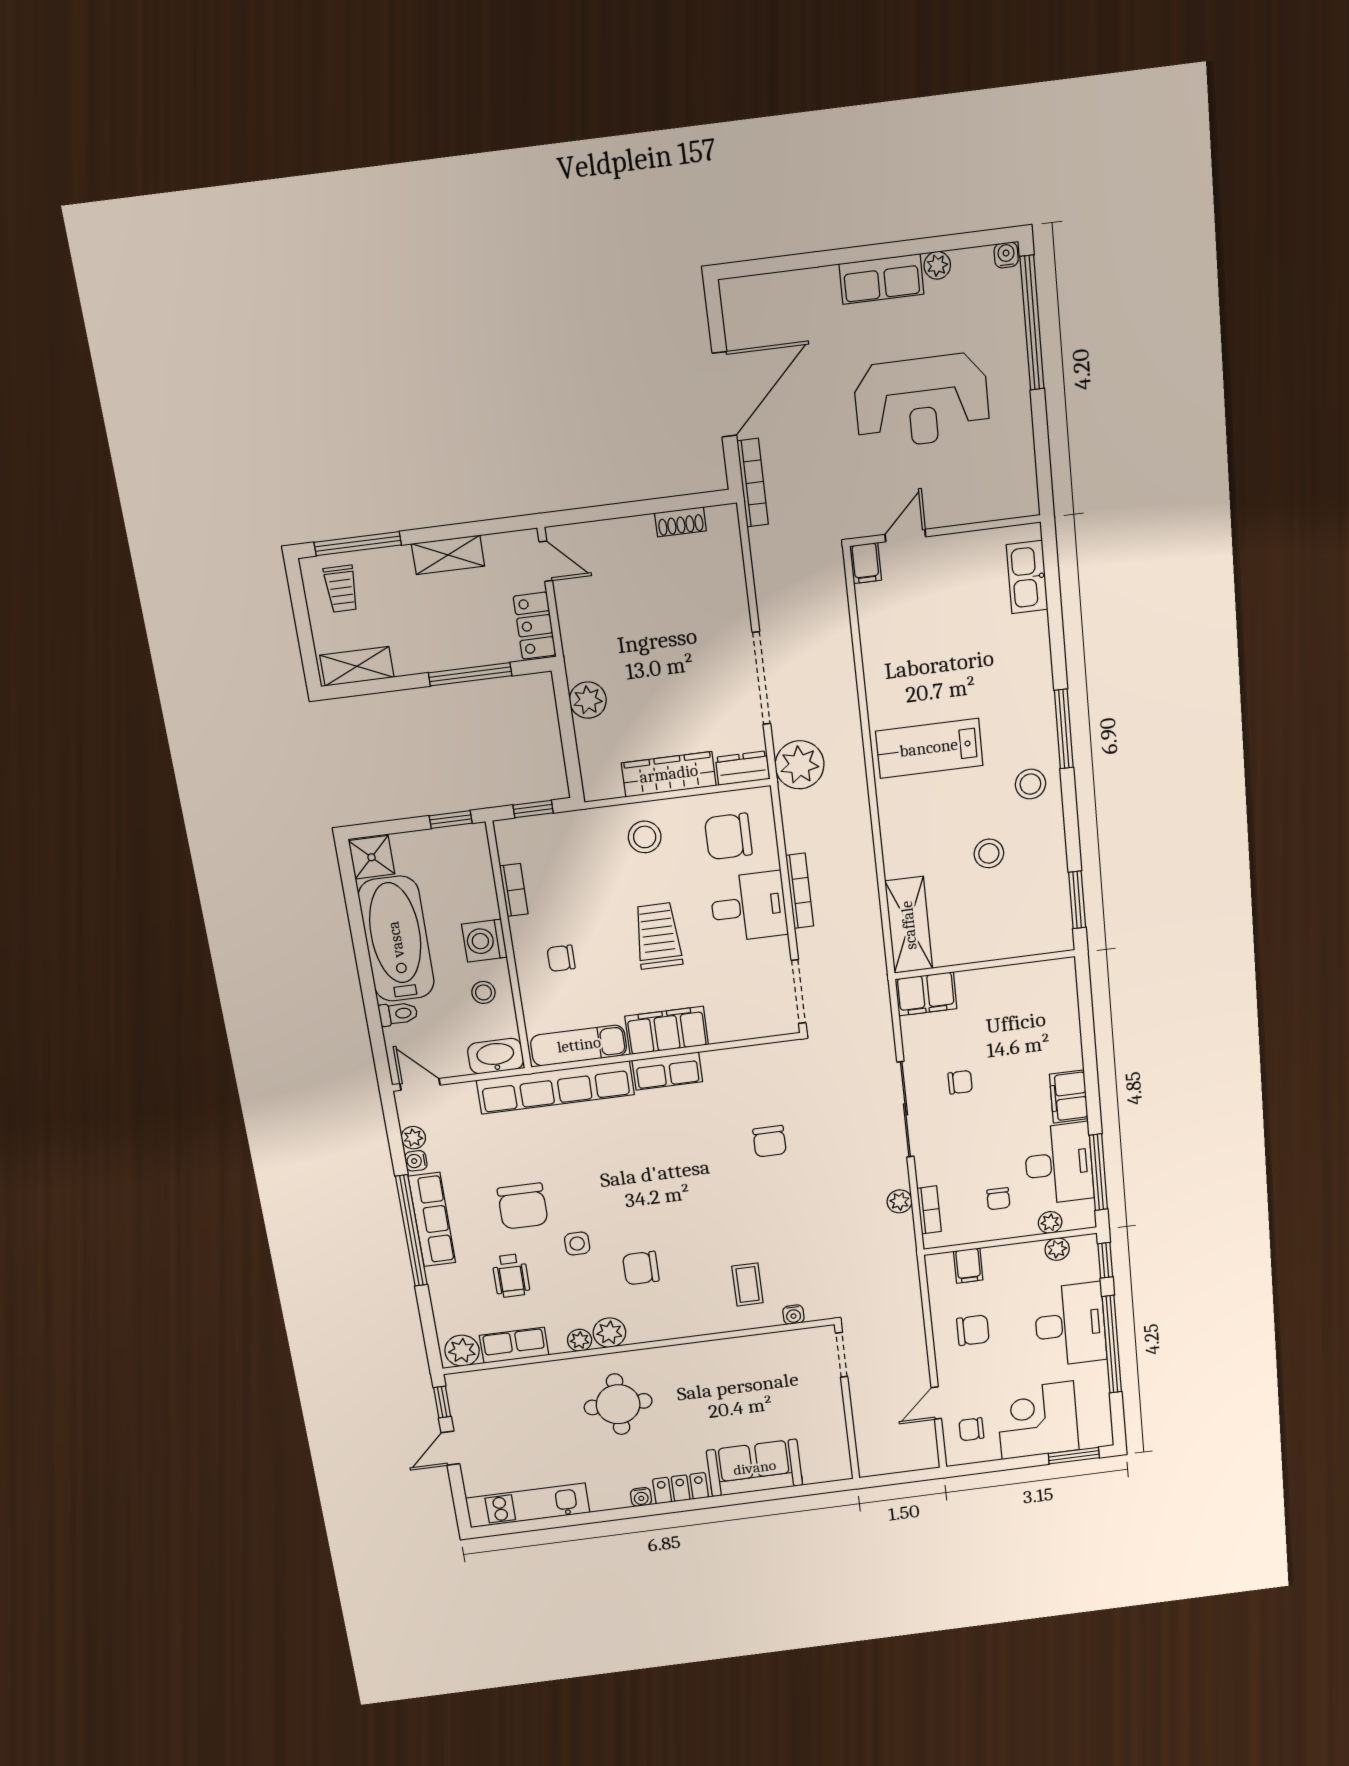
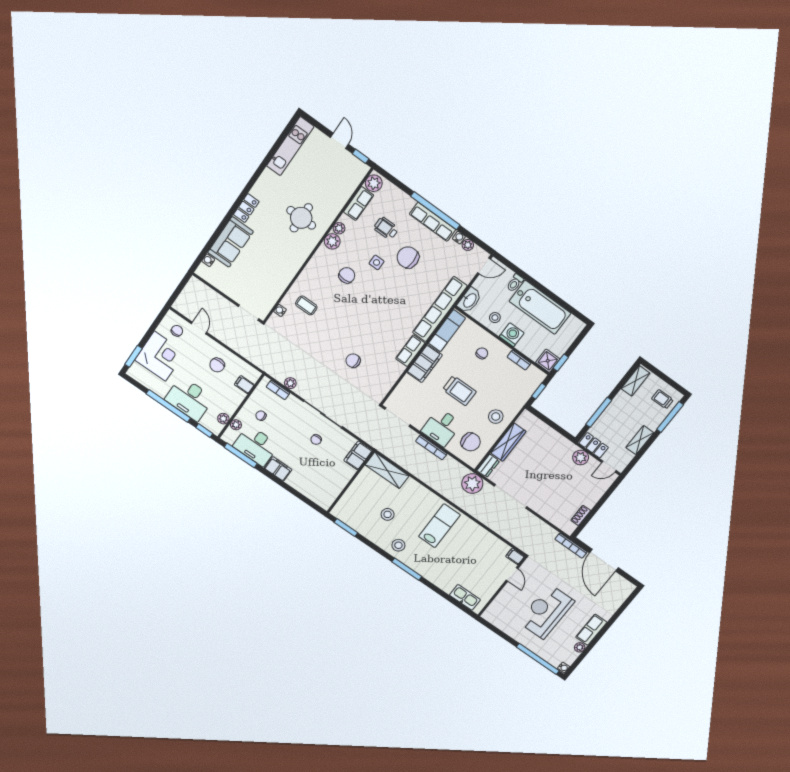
plant: (588, 700) -> (581, 457), moved
chair: (728, 836) -> (471, 442), turned 90
shower: (372, 857) -> (548, 361), moved
water cooler: (641, 1497) -> (208, 260), moved

